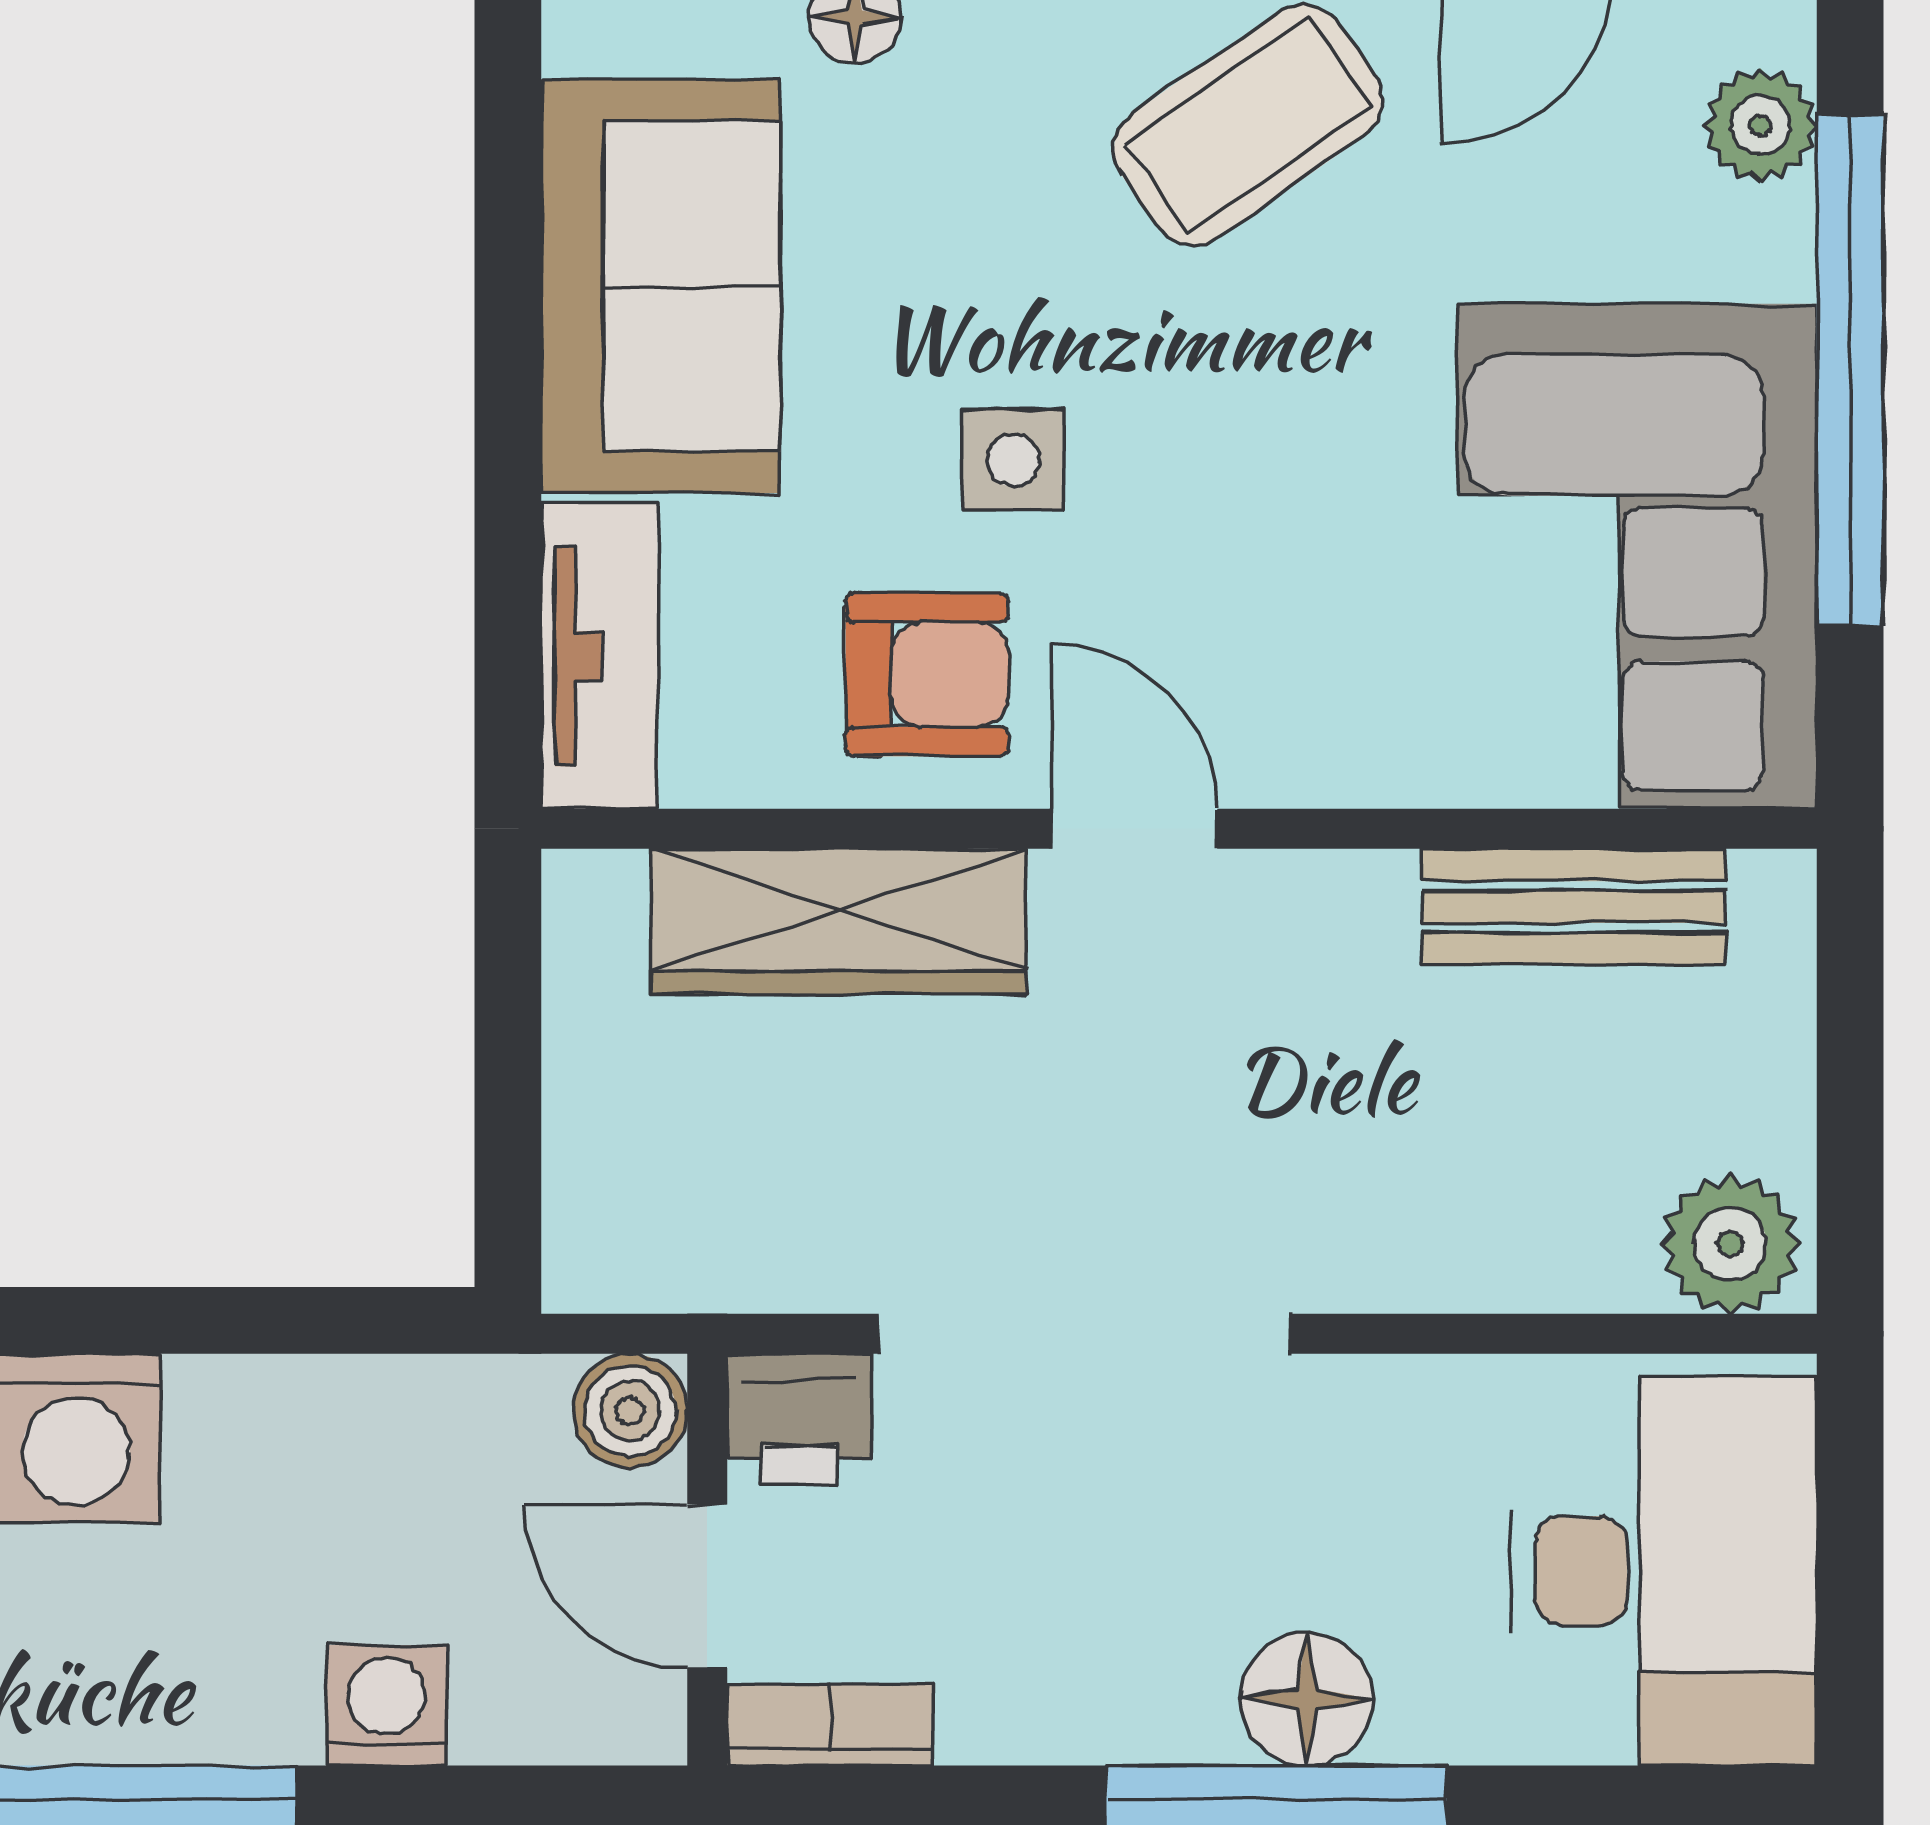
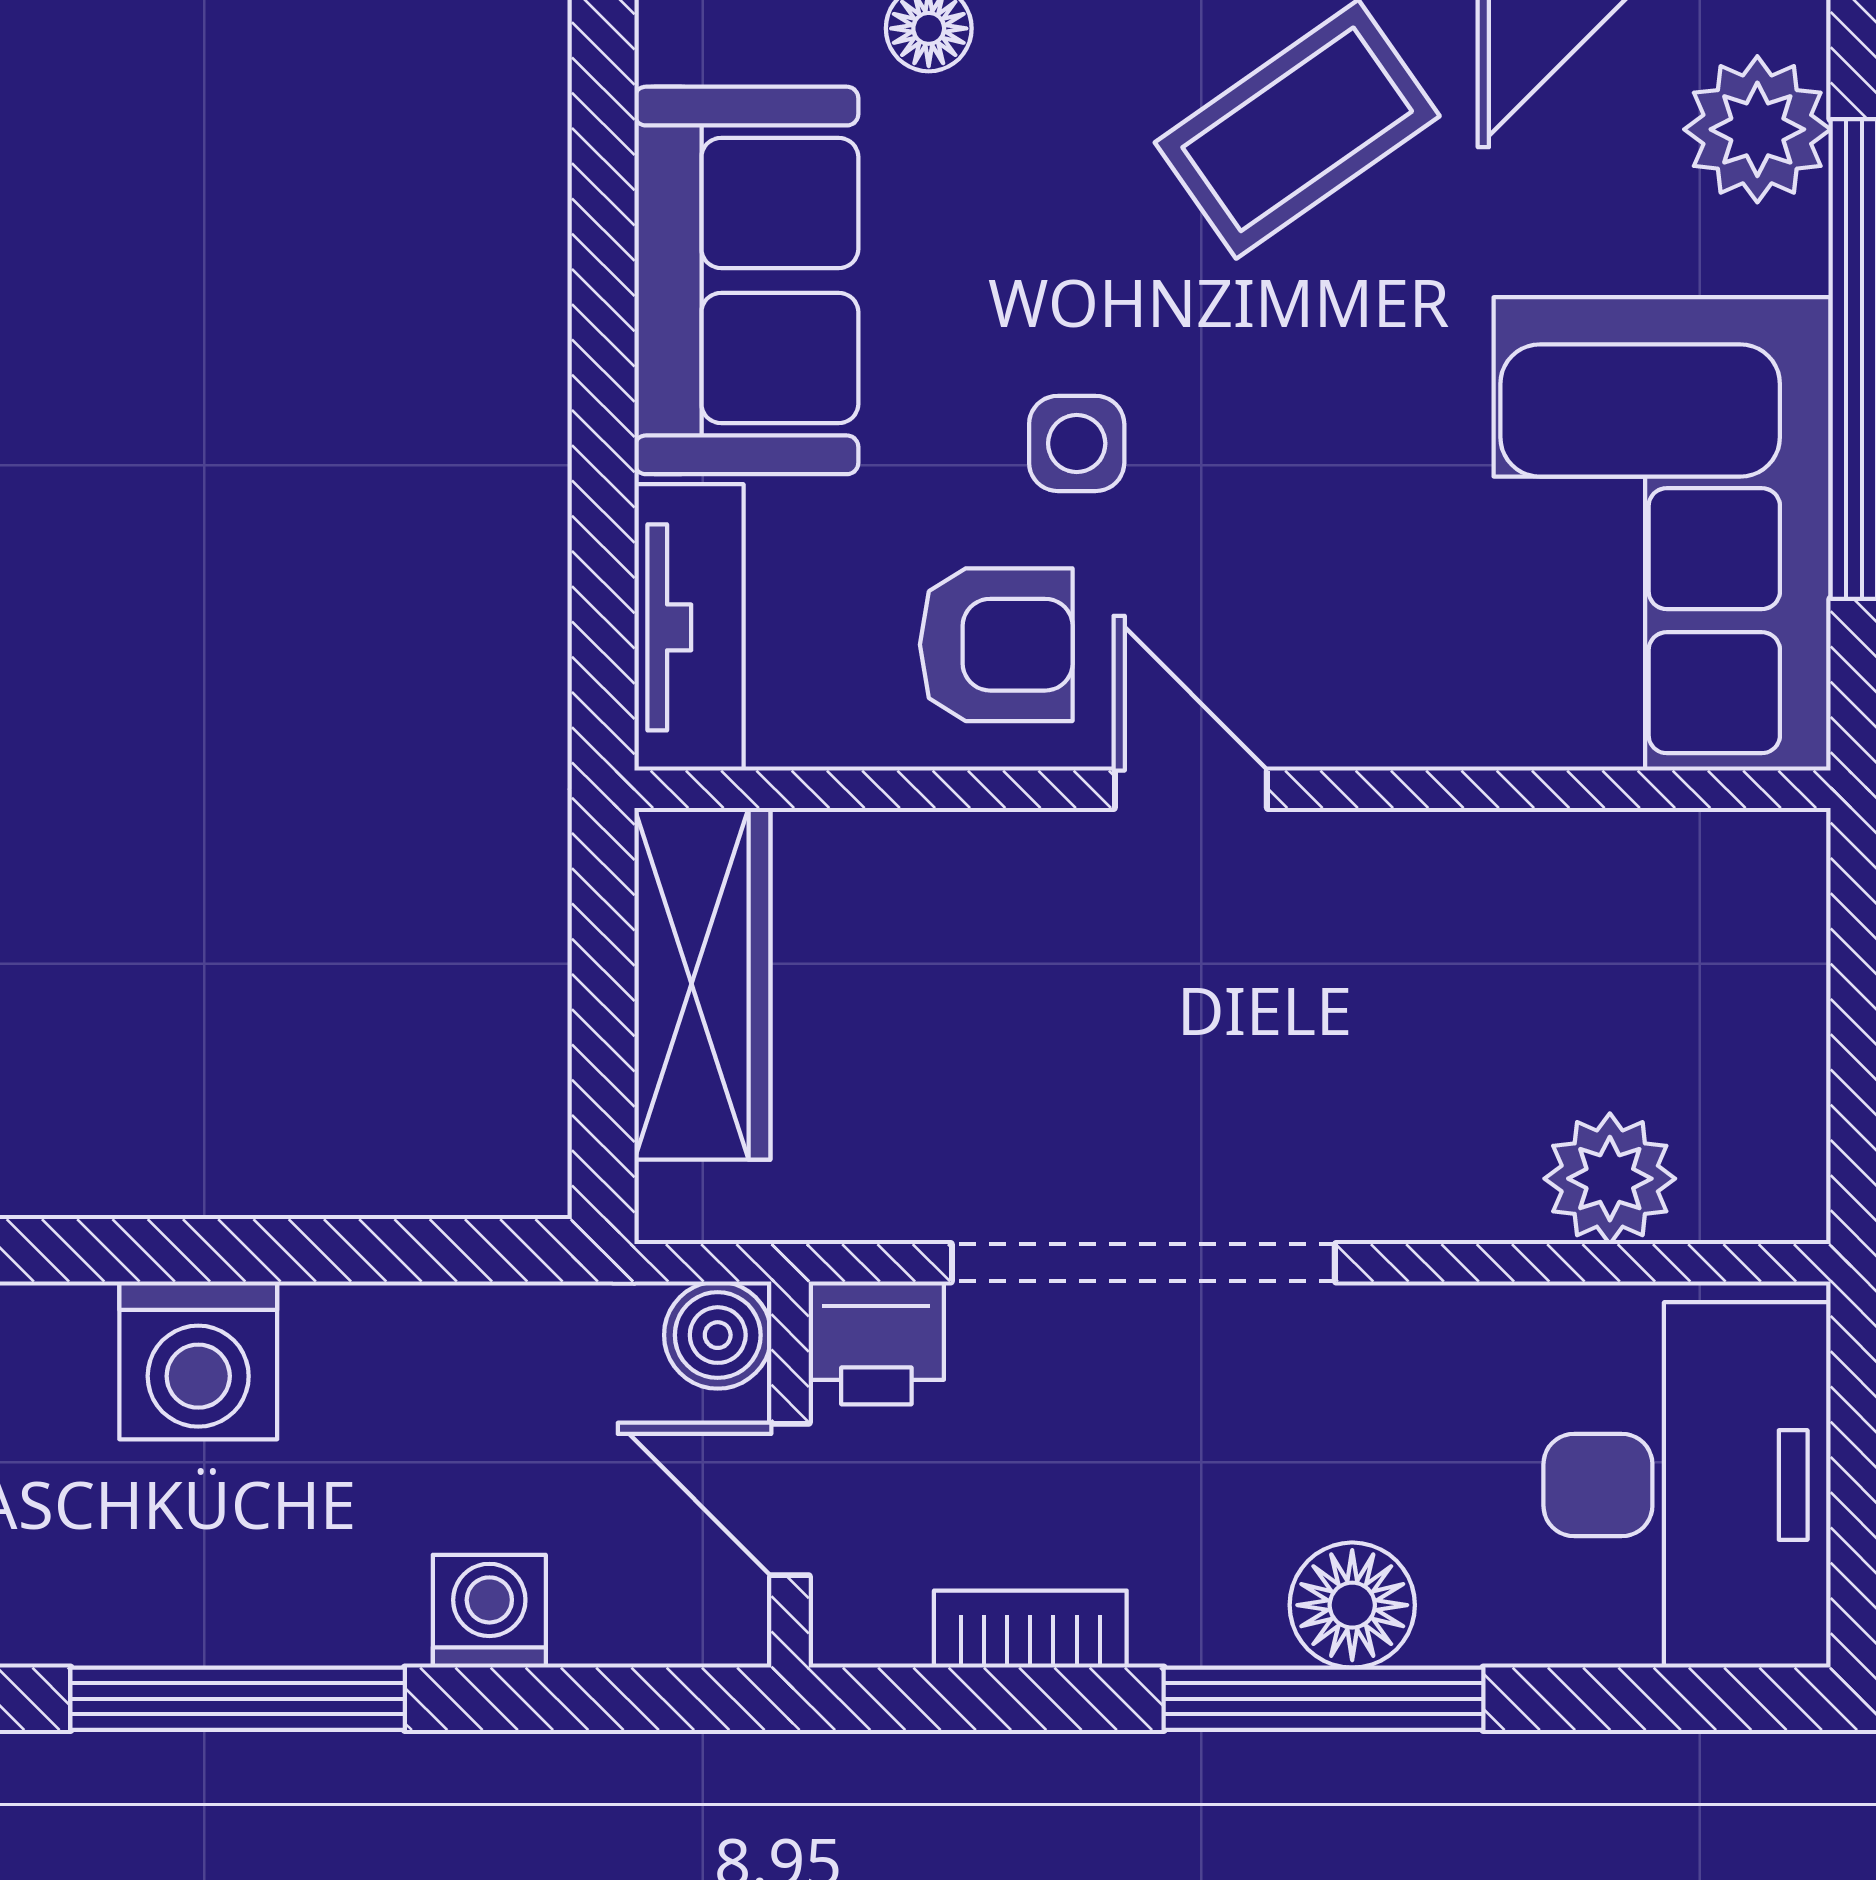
plant: (1760, 125) -> (1757, 129), width x1.38, depth x1.38
bench: (1574, 907) -> (1603, 862), removed
wardrobe: (839, 921) -> (702, 984), moved, turned -90
plant: (1730, 1244) -> (1610, 1179), moved
bookcase: (830, 1725) -> (1030, 1629), moved

